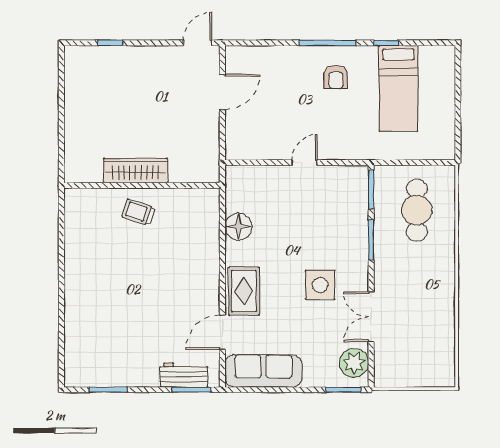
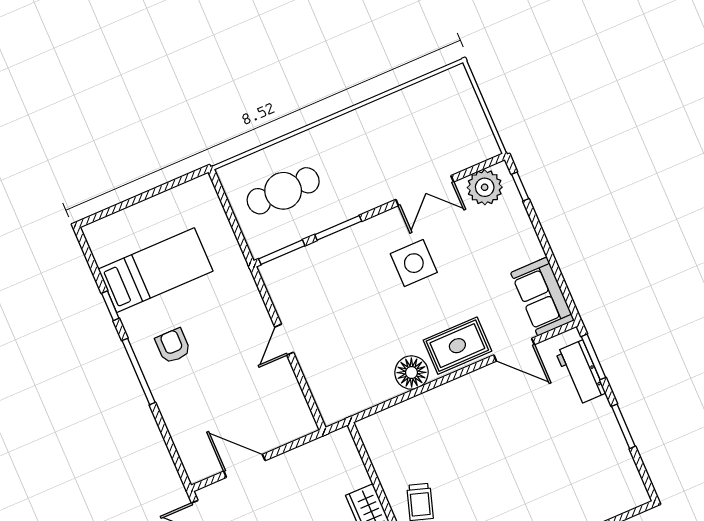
armchair: (336, 77) -> (173, 346), turned -90
door: (304, 163) -> (284, 340), hinge flipped
floor lamp: (239, 227) -> (411, 373), moved
sofa: (263, 371) -> (542, 297), width x0.73
window: (108, 390) -> (623, 426), moved
window: (343, 390) -> (520, 186), width x0.67

